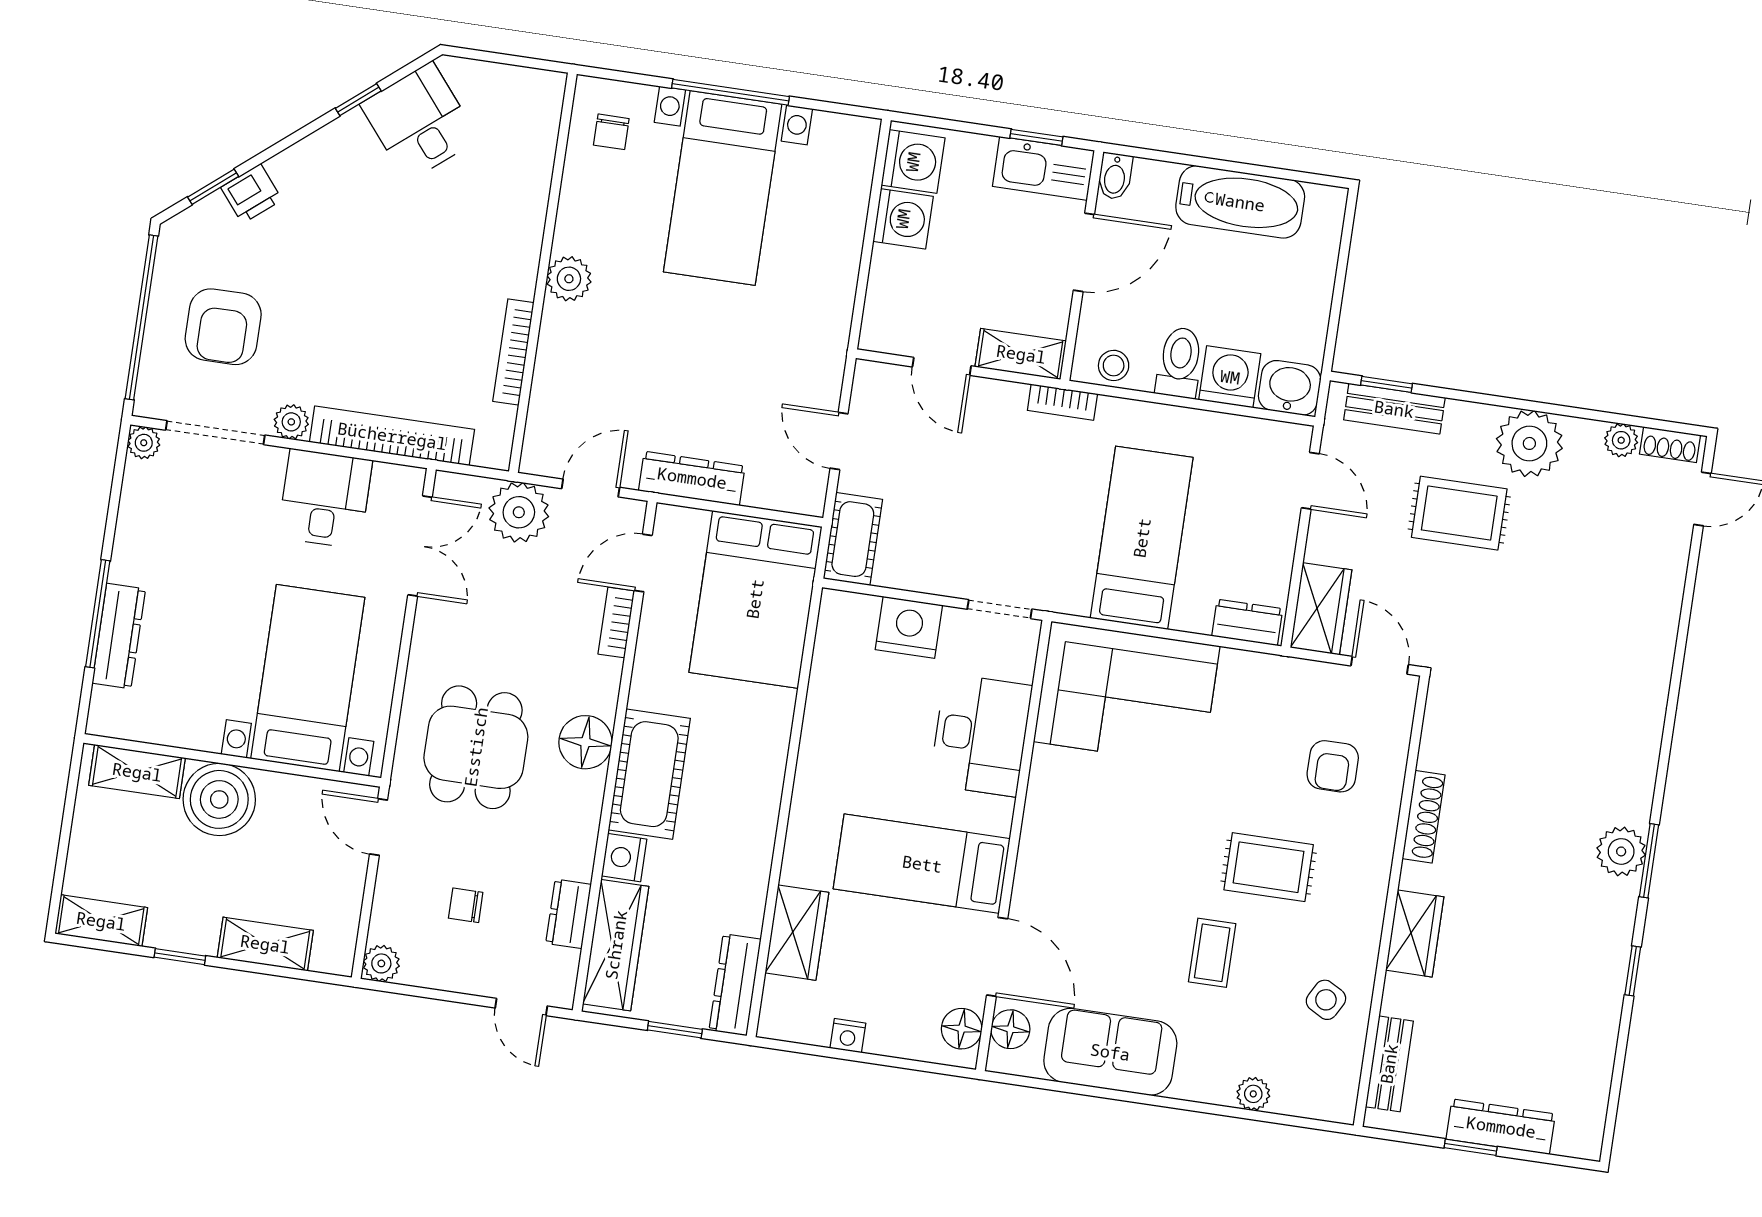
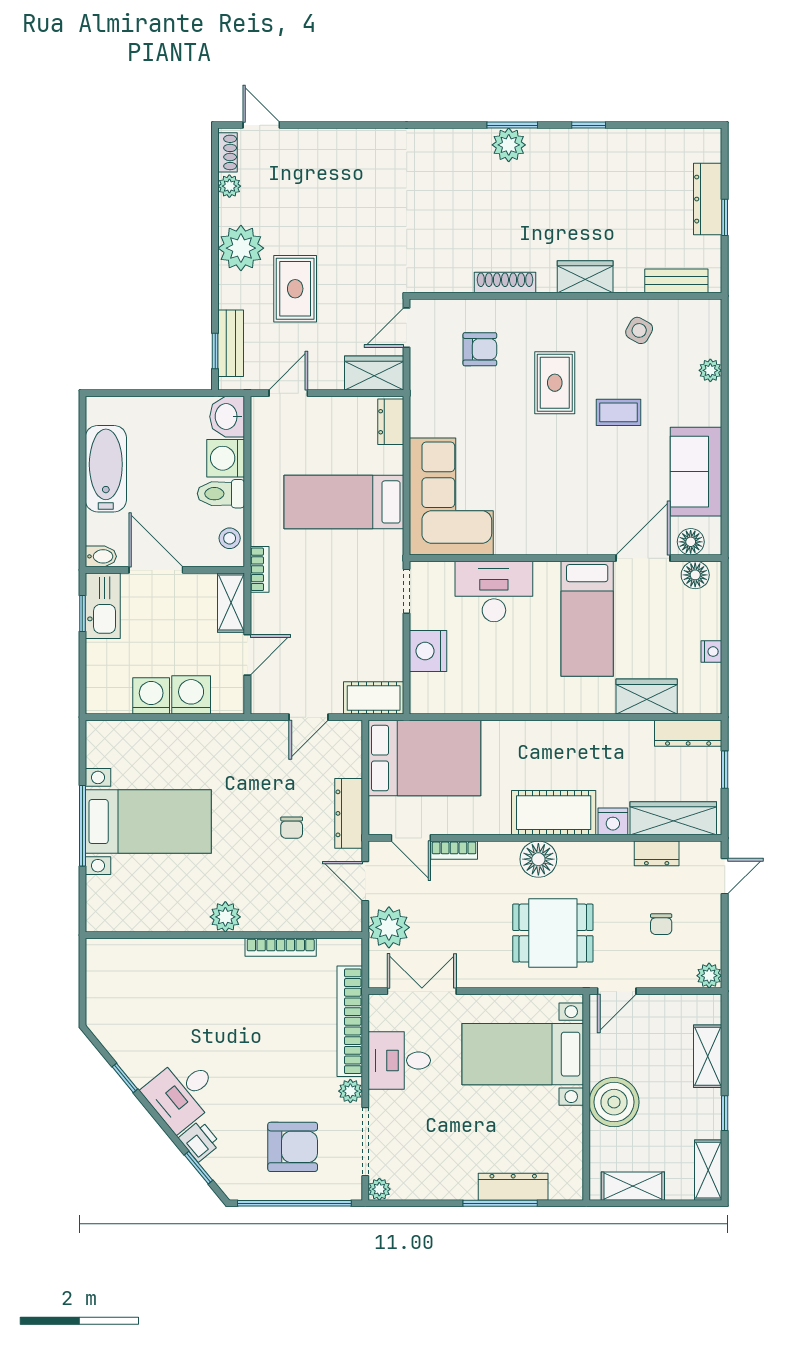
desk: (420, 122) -> (182, 1093), moved
chair: (611, 132) -> (292, 828), moved, turned 90
washing machine: (913, 162) -> (191, 695), moved
shelving: (137, 772) -> (633, 1186), moved, turned 90

